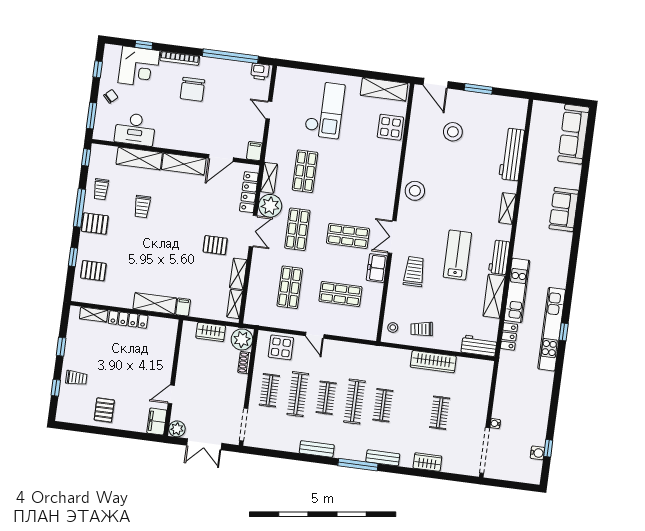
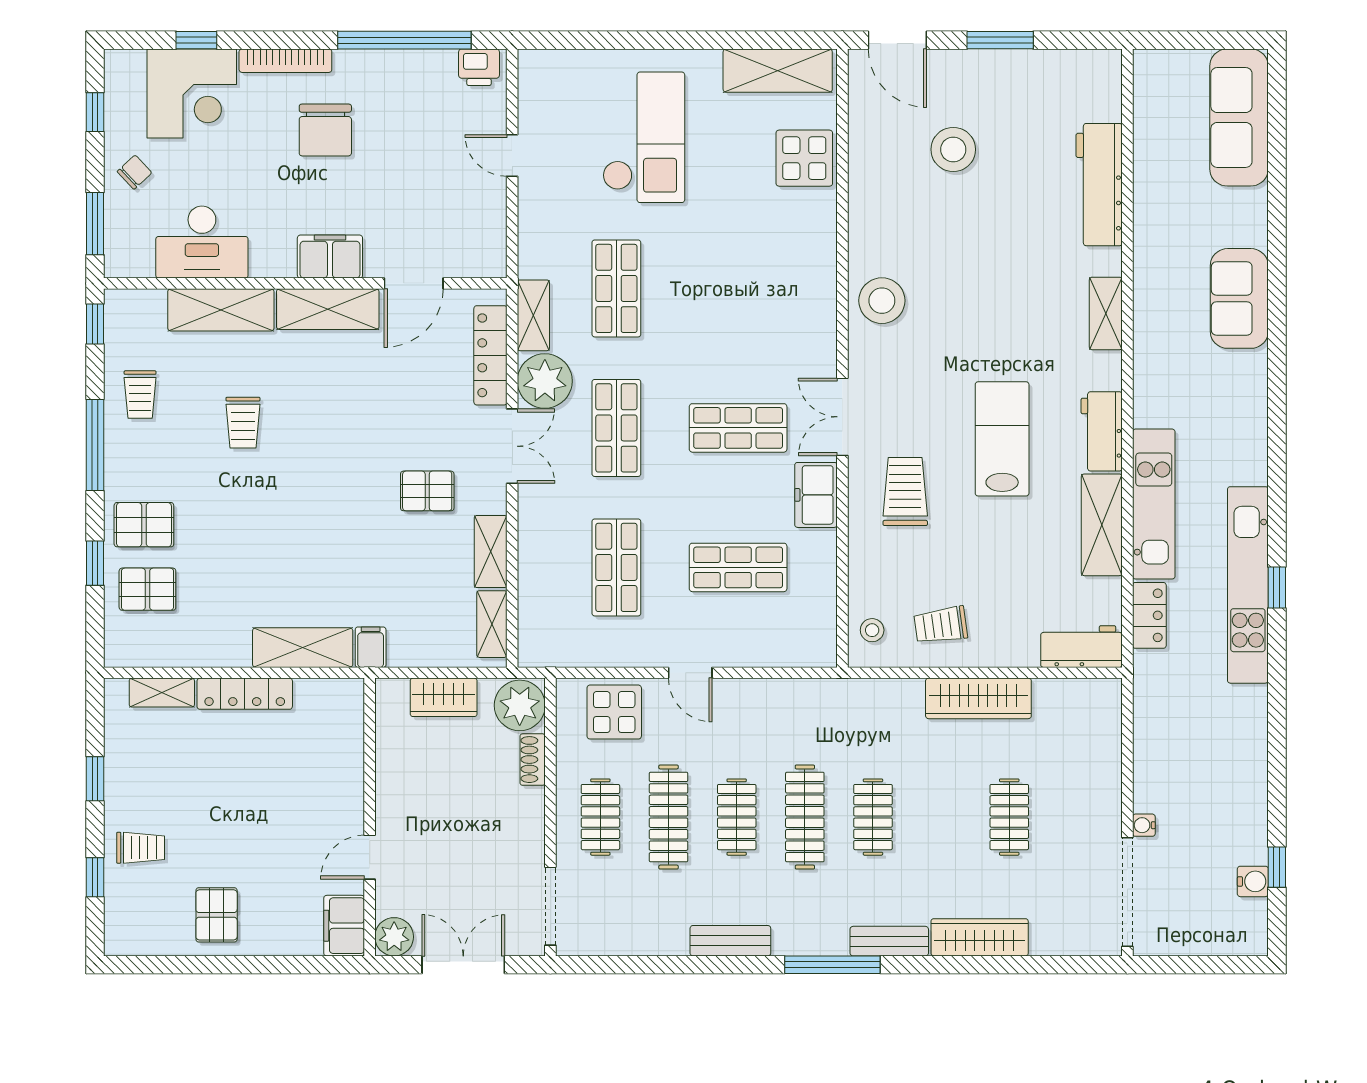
filing cabinet: (254, 151) -> (330, 257), moved, width x2.00
pallet: (95, 224) -> (144, 525), moved
double door: (204, 444) -> (463, 965), swing flipped
wardrobe: (427, 462) -> (980, 937), width x1.50

